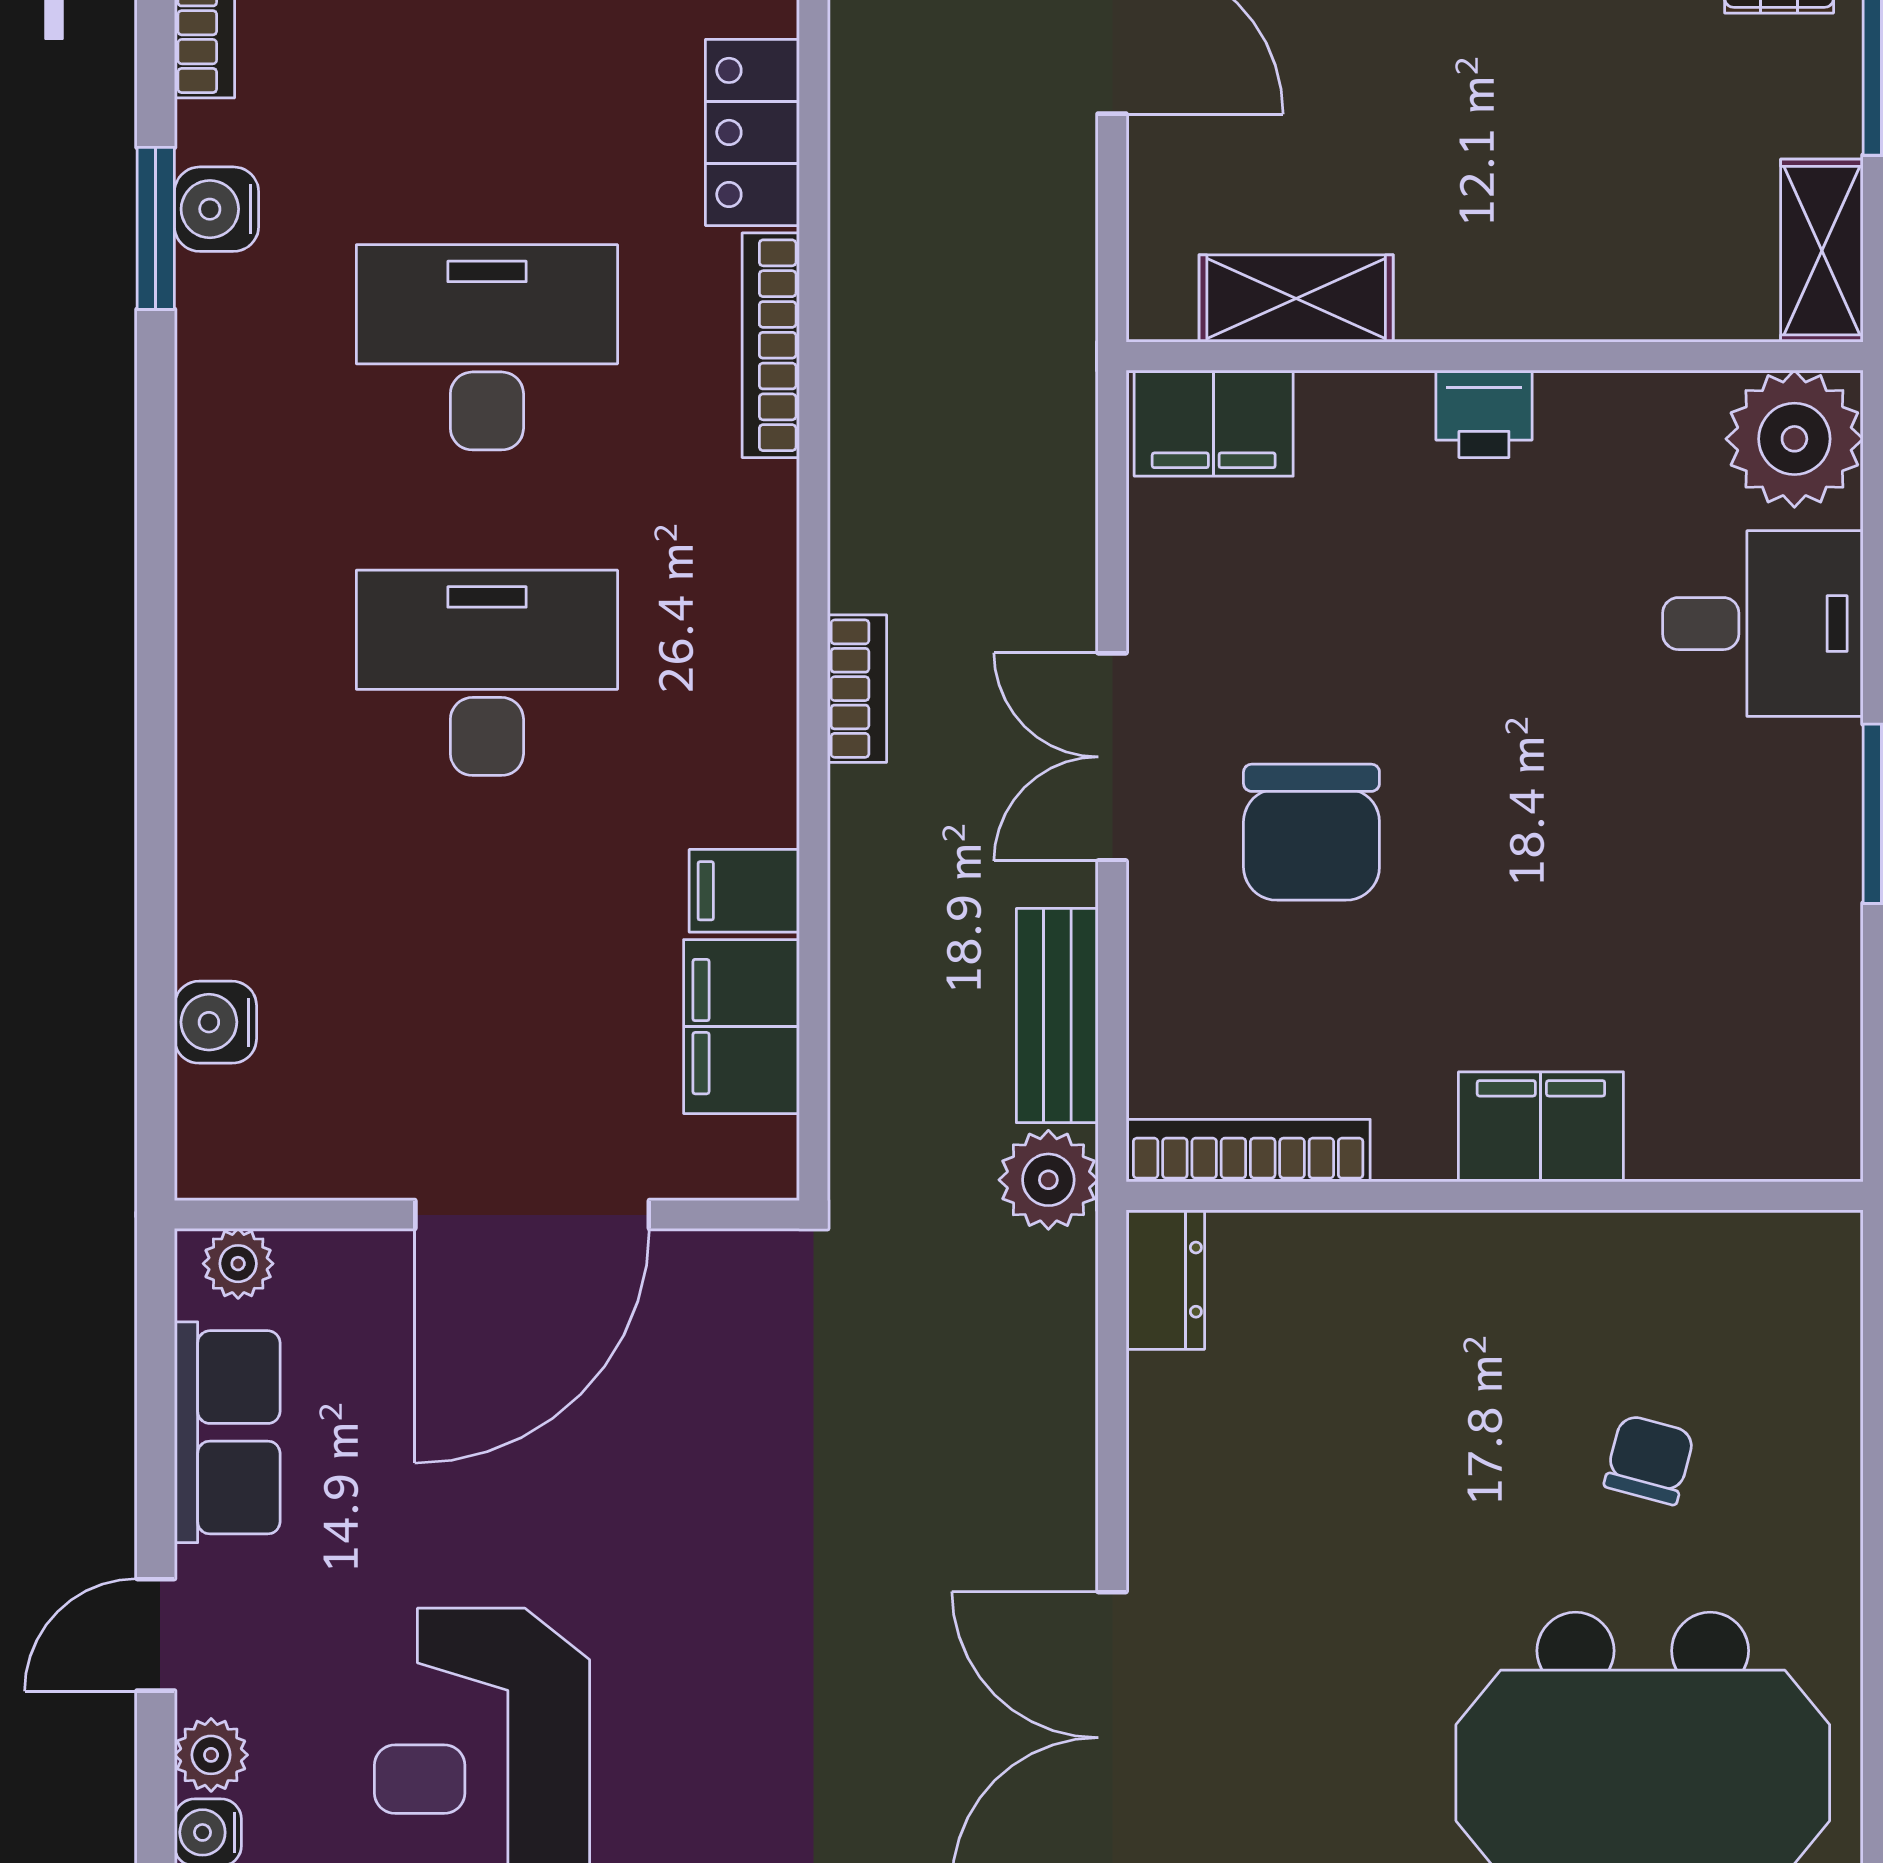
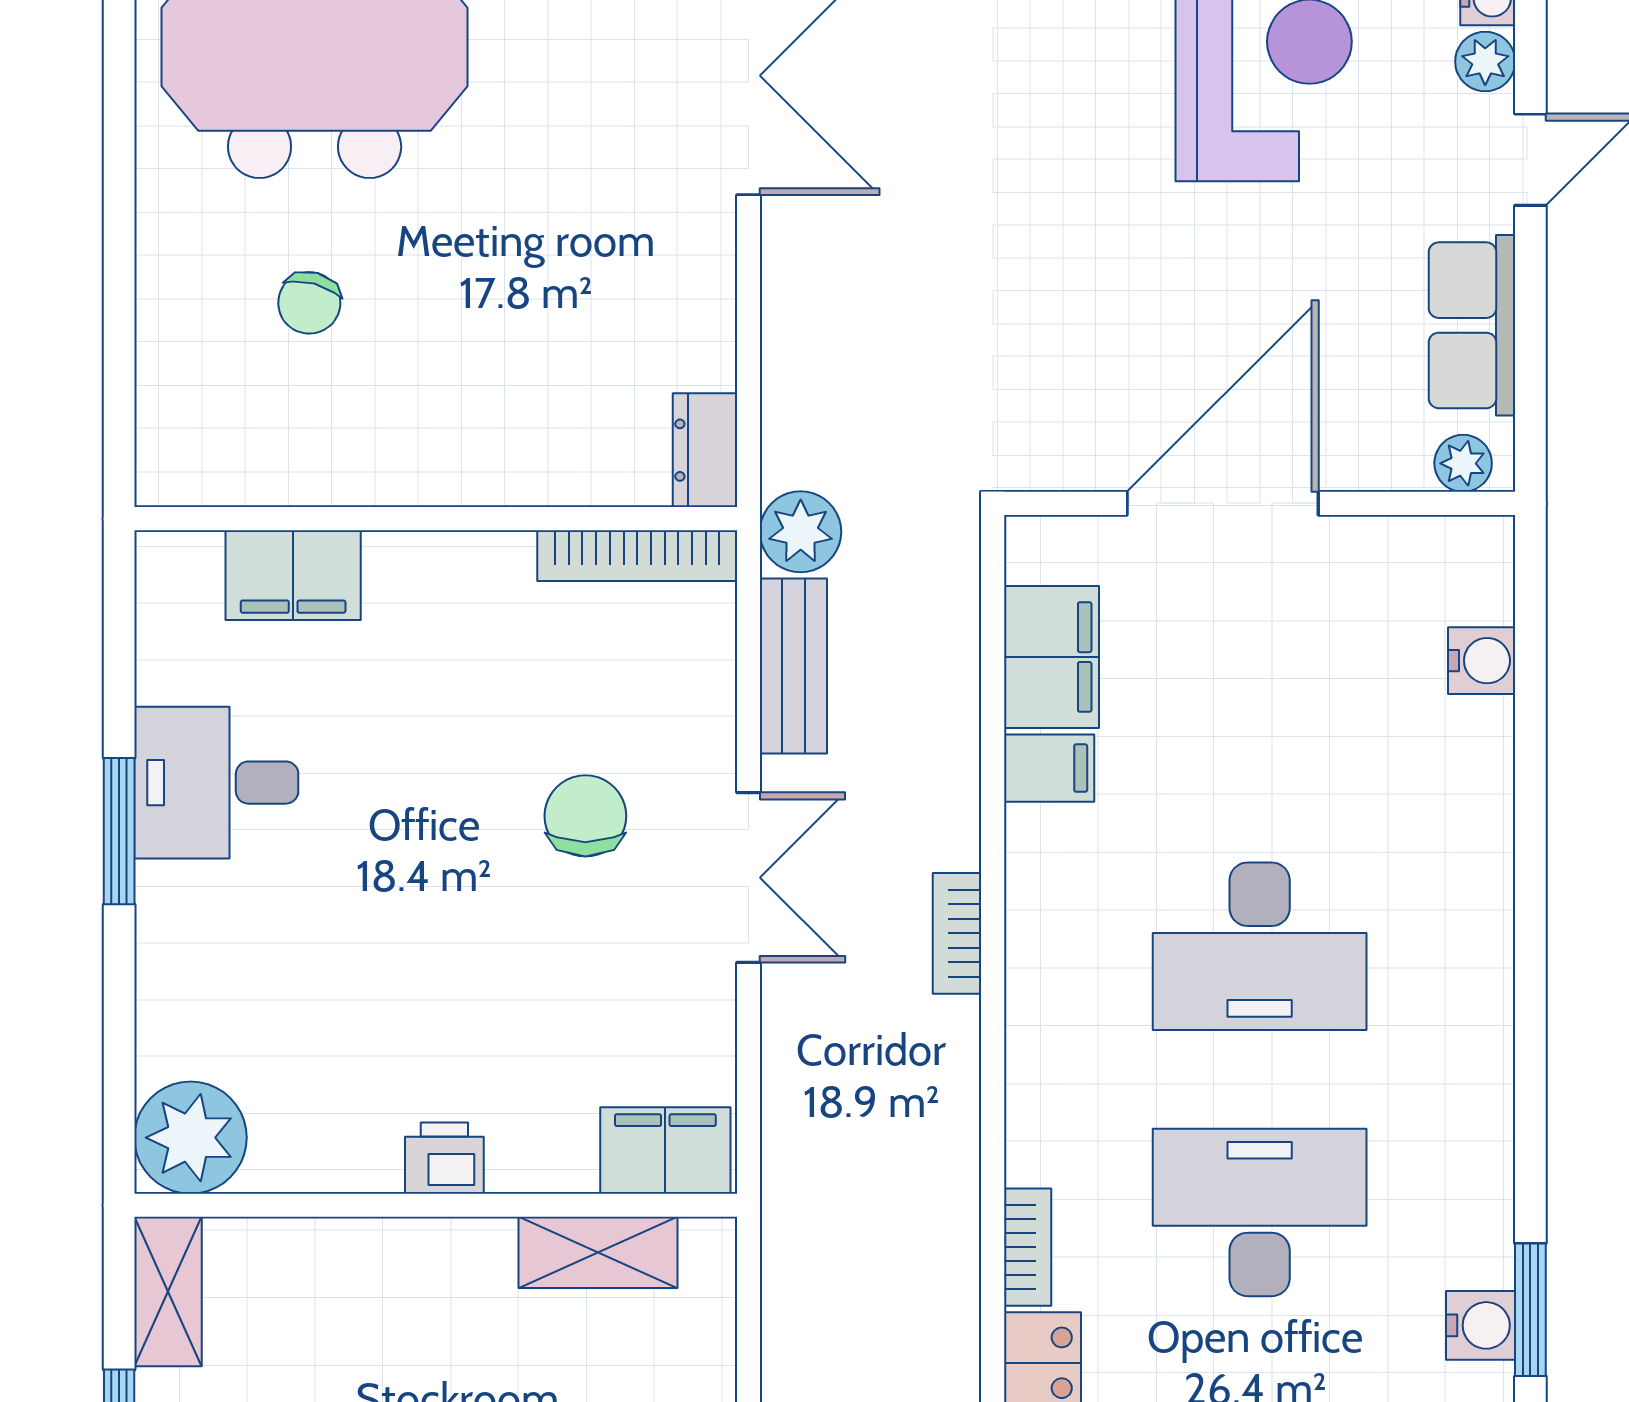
bookcase: (771, 345) -> (1028, 1247), width x0.64
desk: (487, 347) -> (1260, 1212), turned 180
desk: (1763, 624) -> (216, 783), moved
chair: (1311, 832) -> (585, 816), width x0.73, depth x0.73
filing cabinet: (1541, 1127) -> (293, 575), moved

